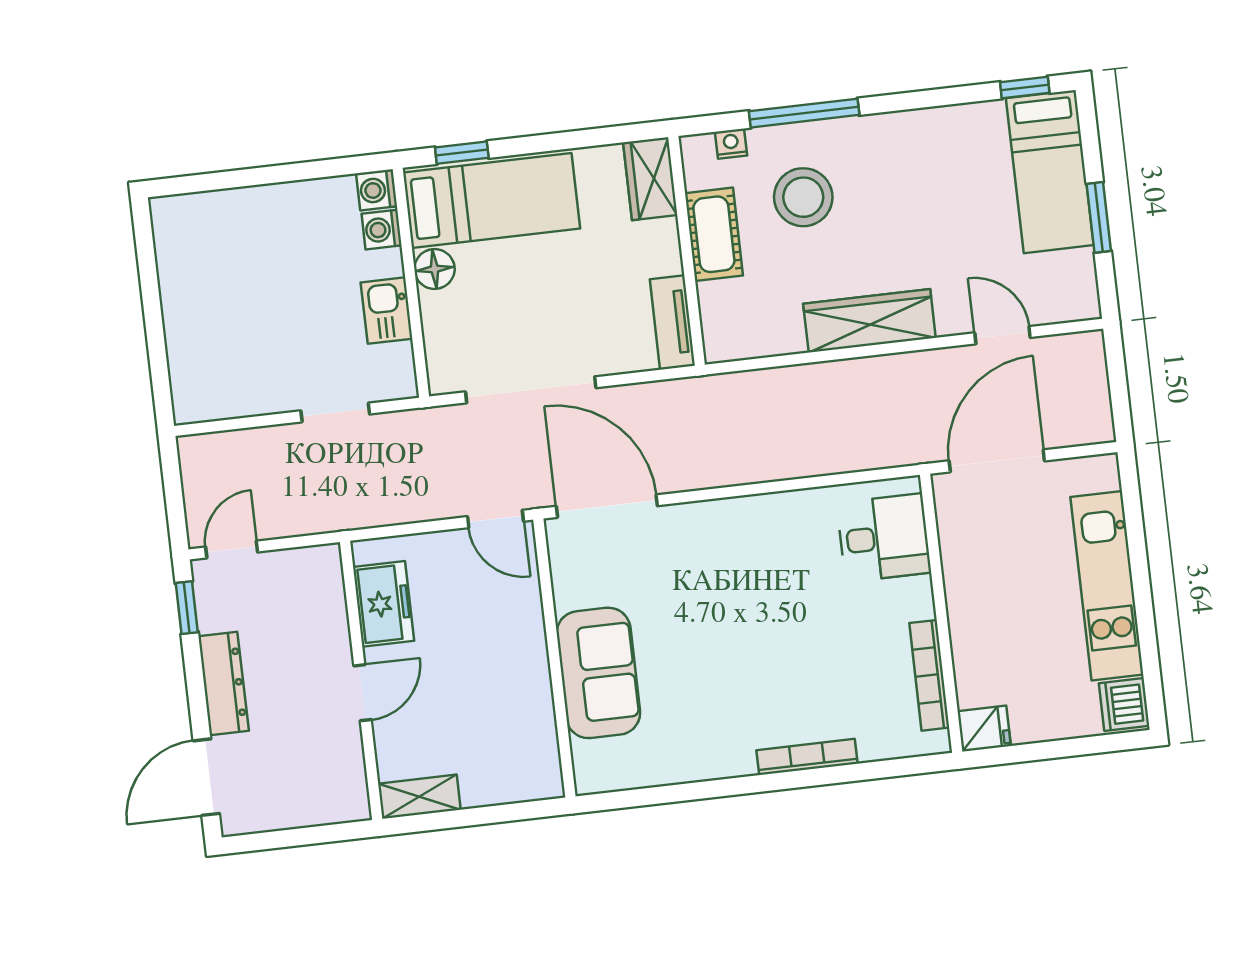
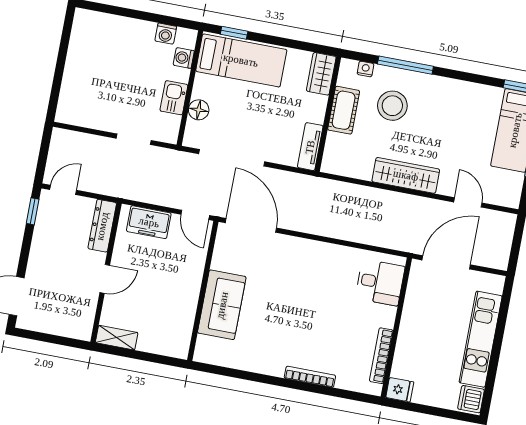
washing machine: (377, 190) -> (166, 34), moved, turned -90
floor lamp: (435, 269) -> (199, 110), moved
freezer: (384, 604) -> (149, 222), moved, turned 90
dresser: (224, 684) -> (102, 226), moved, turned 180

